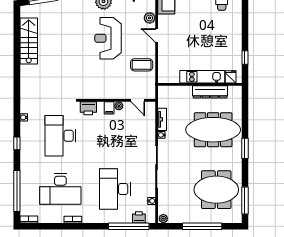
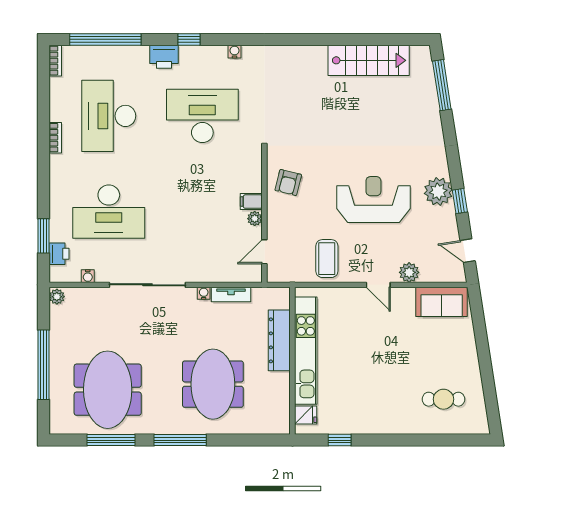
door: (157, 35) -> (378, 285), swing flipped
kitchen unit: (202, 77) -> (306, 351), width x1.36
armchair: (98, 87) -> (288, 182), added
dresser: (210, 92) -> (279, 340), moved
printer: (88, 108) -> (164, 57), moved, turned -90
meeting table: (213, 130) -> (213, 384), width x0.73
window: (245, 148) -> (180, 440), width x1.44
desk: (115, 189) -> (109, 212), turned 180
window: (245, 201) -> (111, 440), moved
window: (129, 226) -> (43, 236), width x0.47

